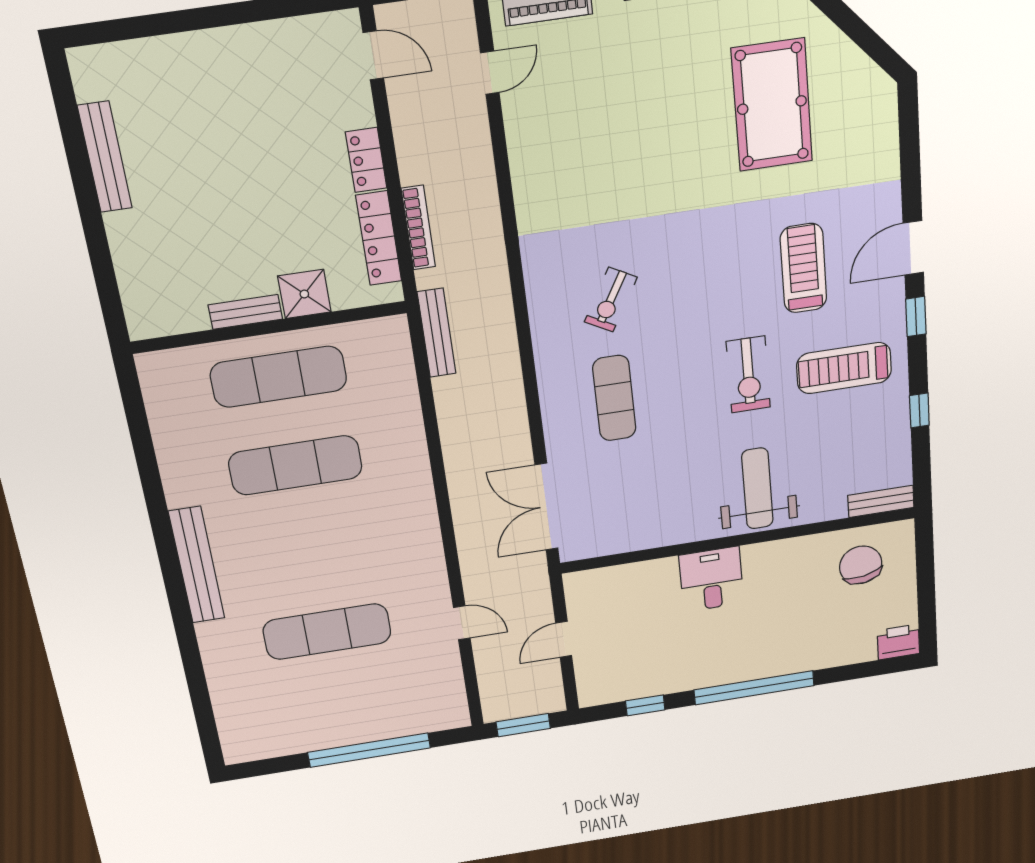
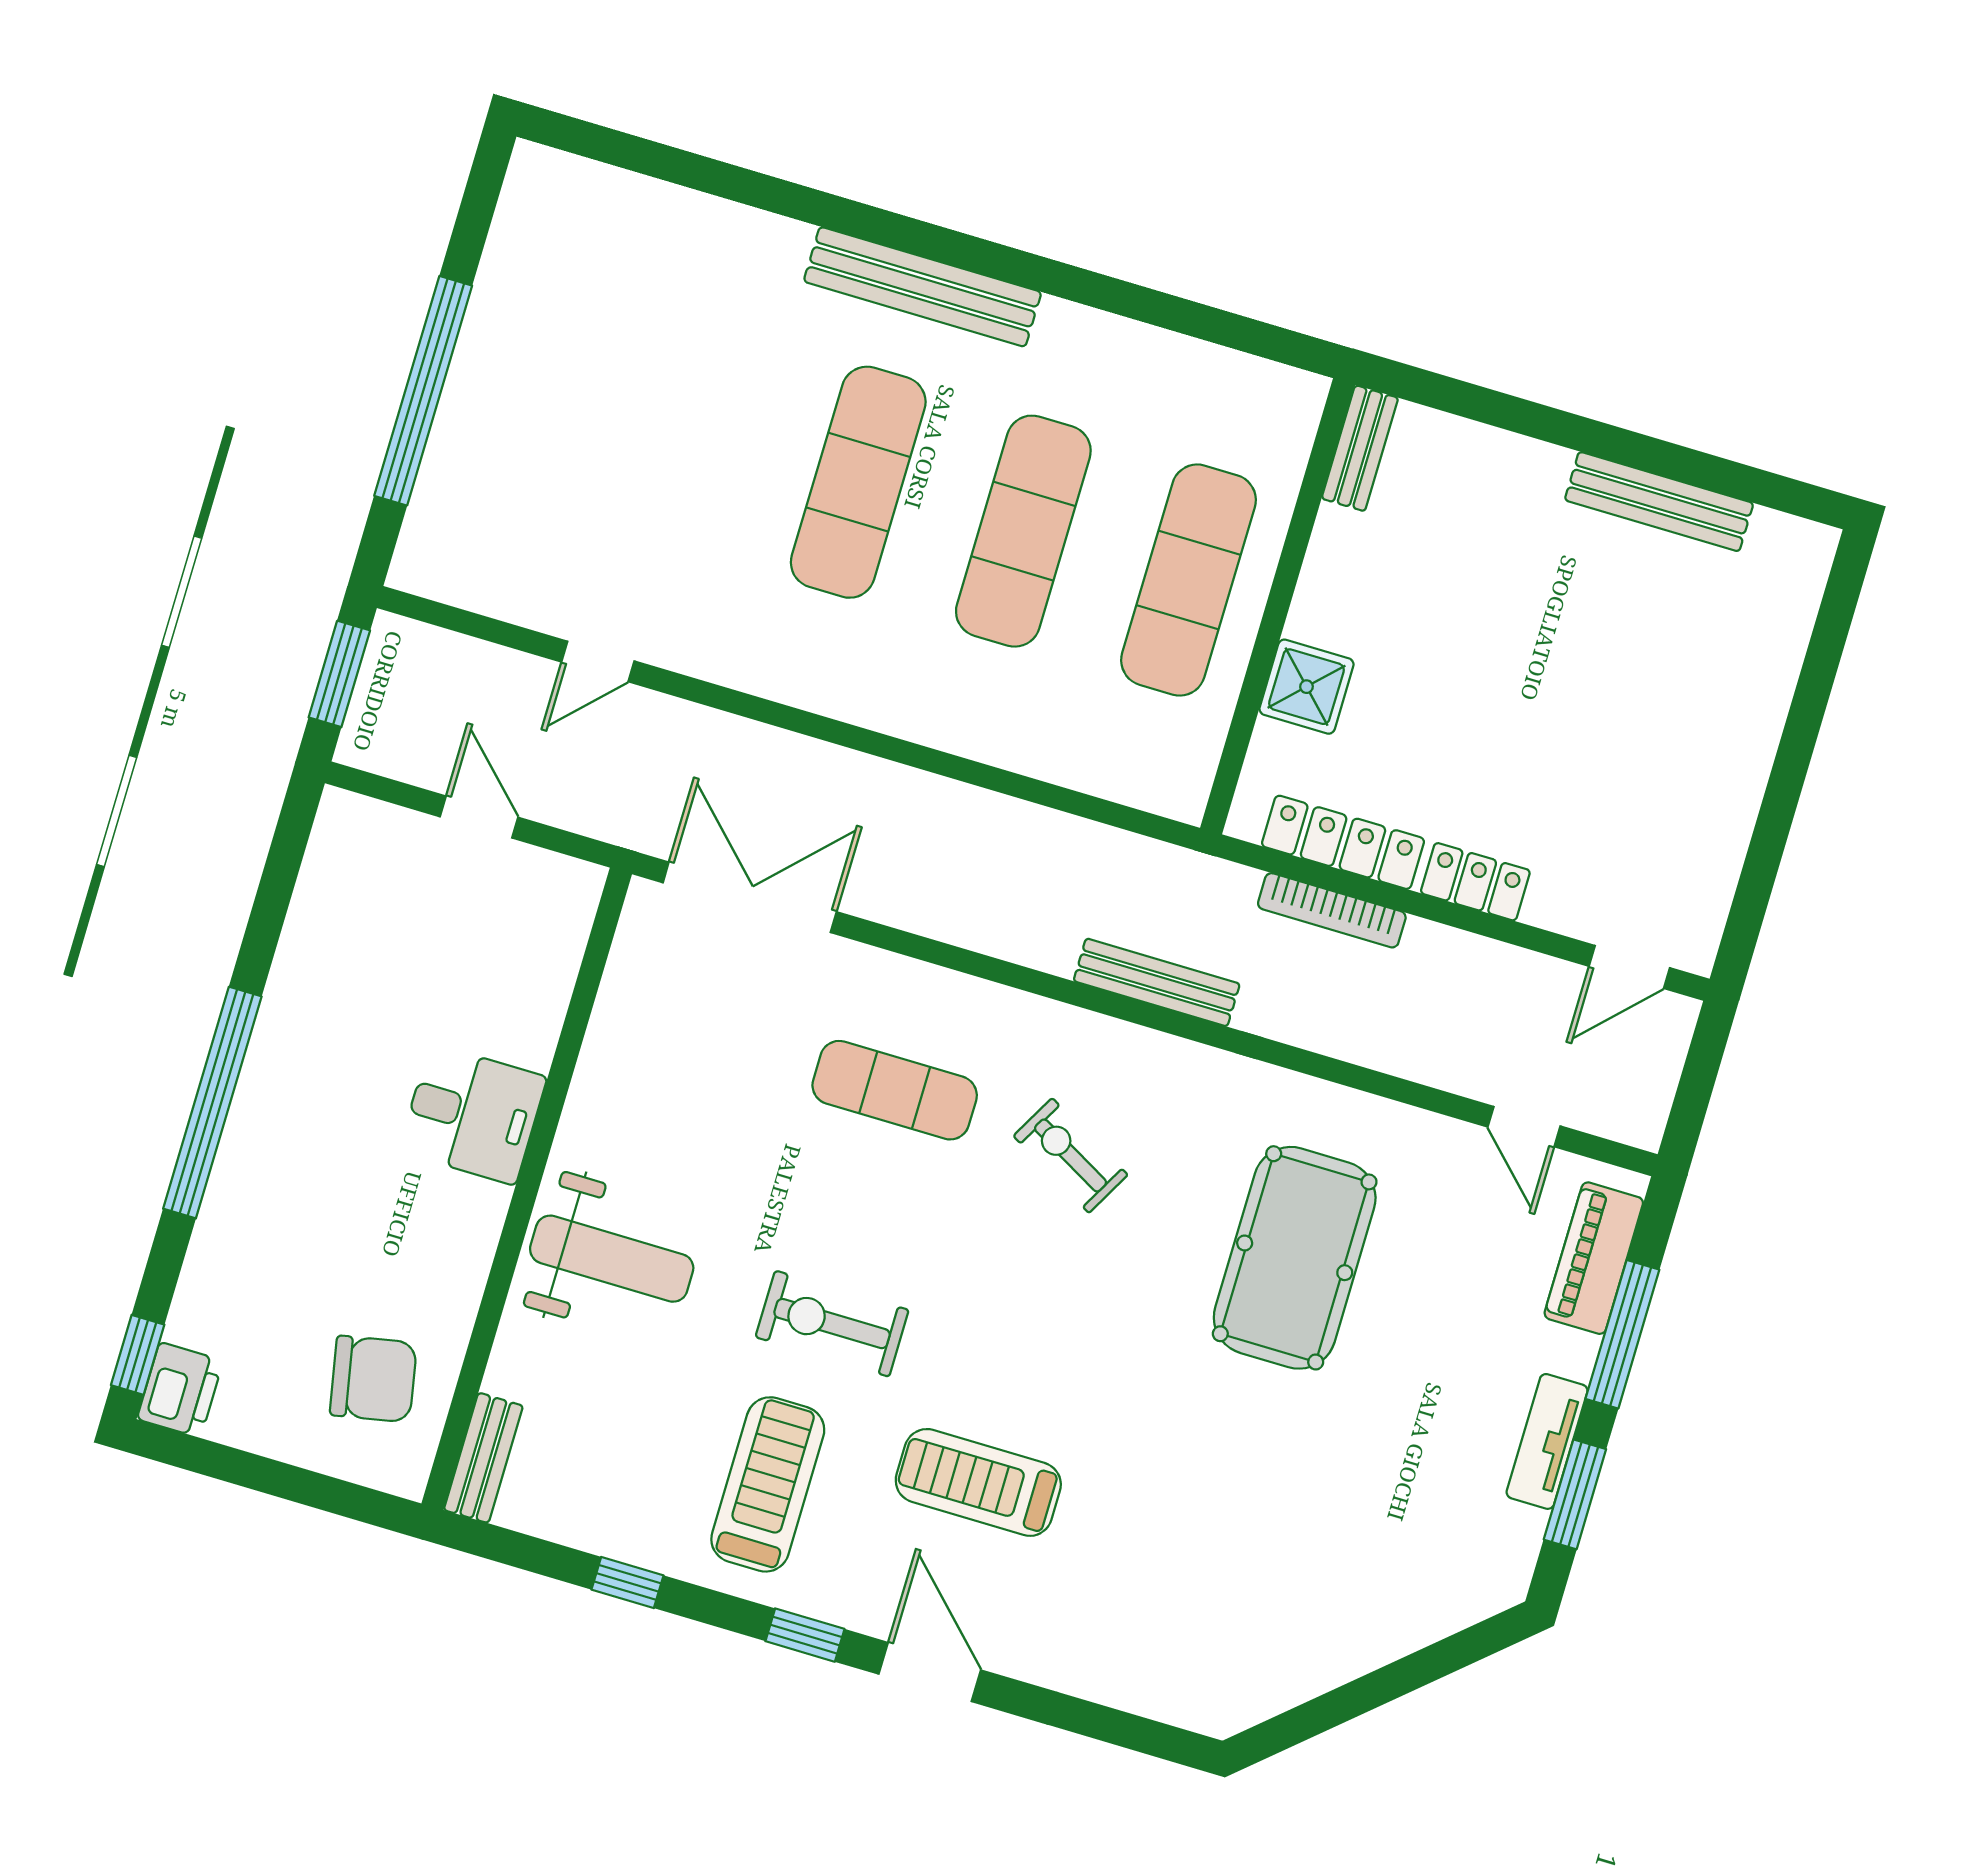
pool table: (772, 105) -> (1295, 1258), moved, turned 90
treadmill: (803, 268) -> (978, 1482), turned 180
bench: (245, 312) -> (1360, 448), moved
bench: (437, 333) -> (1157, 982), moved
exercise mat: (327, 632) -> (858, 482), moved
window: (645, 705) -> (138, 1355), moved

